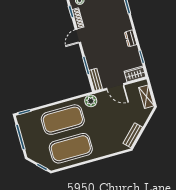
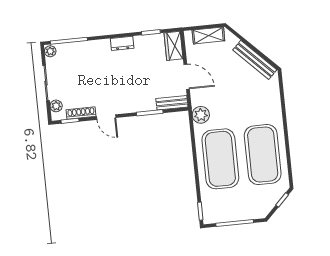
door: (115, 87) -> (187, 77), hinge flipped
bench: (133, 135) -> (255, 60), width x1.36

